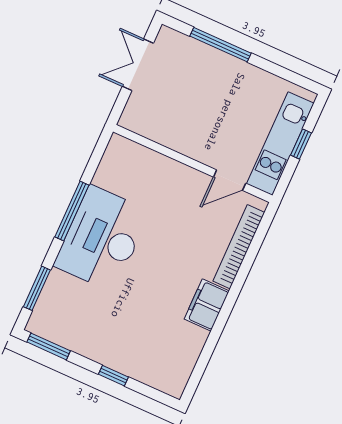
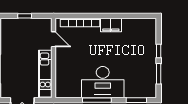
kitchen unit: (280, 144) -> (45, 74), moved, turned 90
window: (49, 346) -> (159, 74), moved

